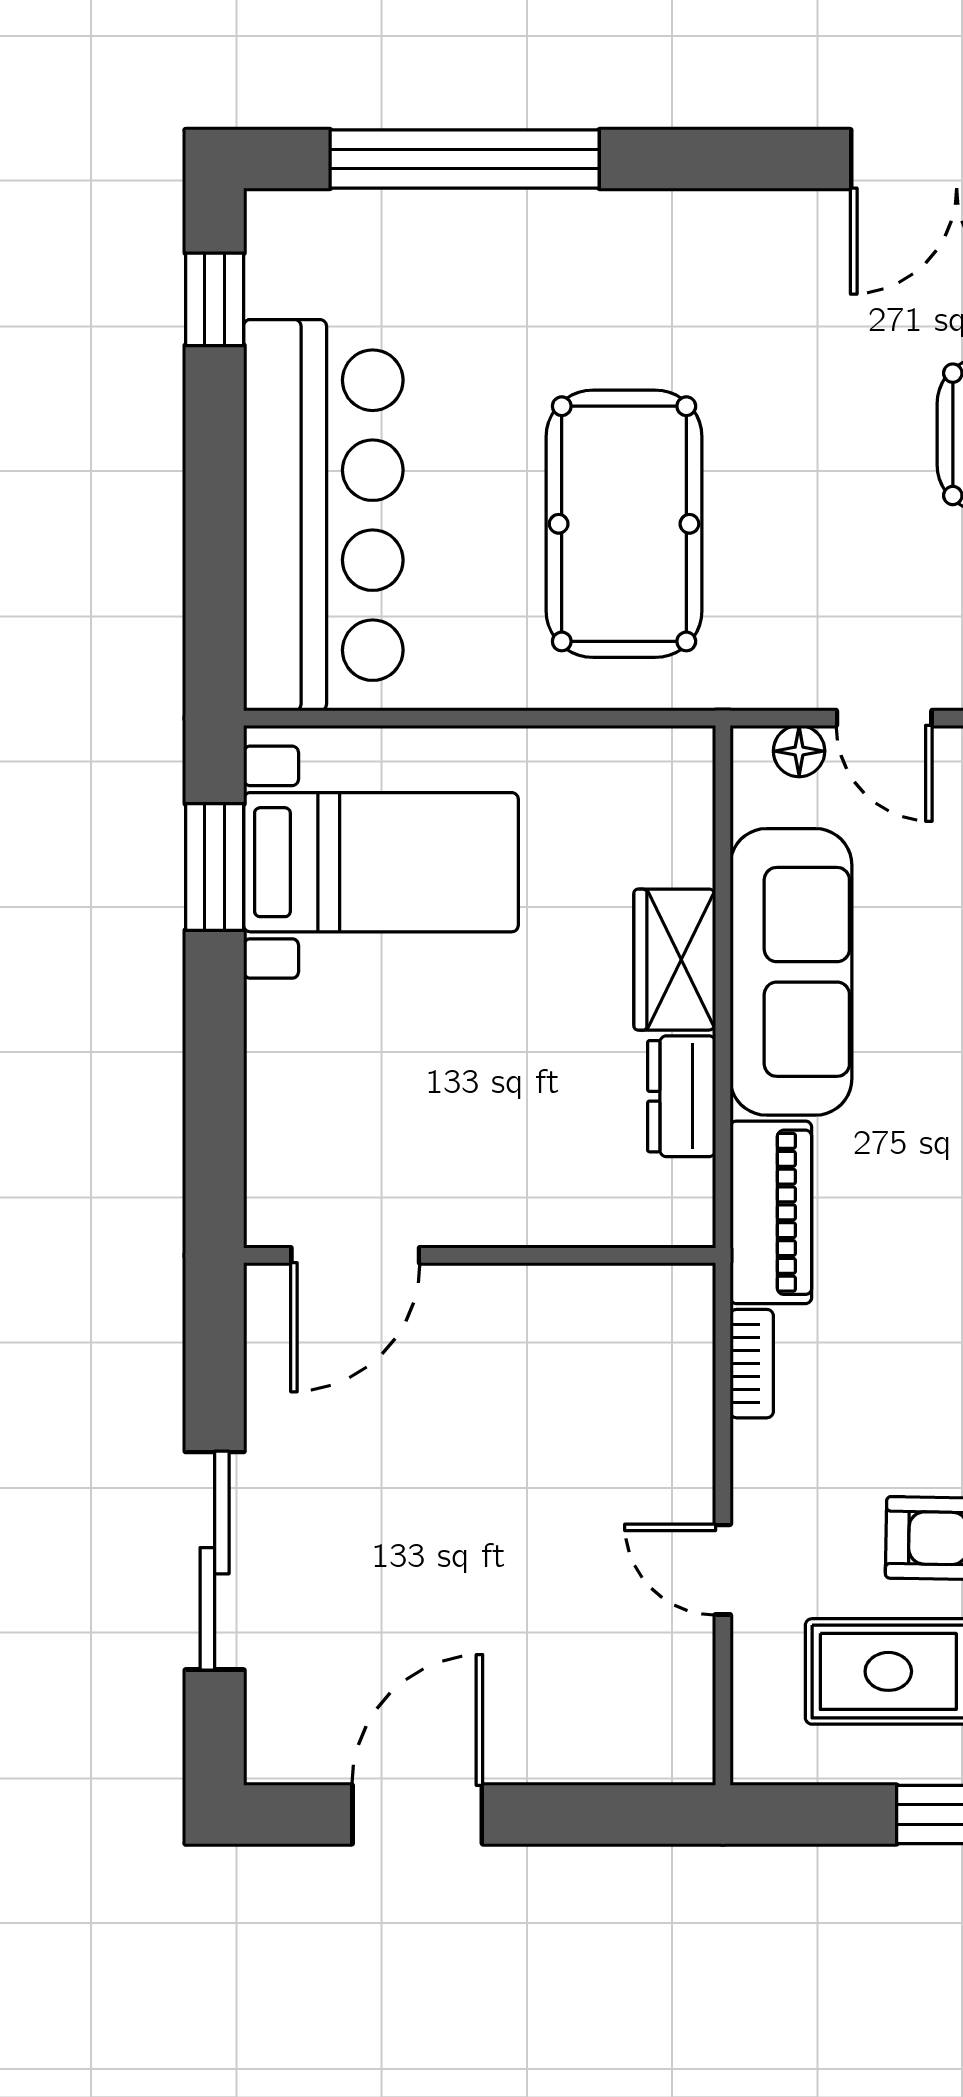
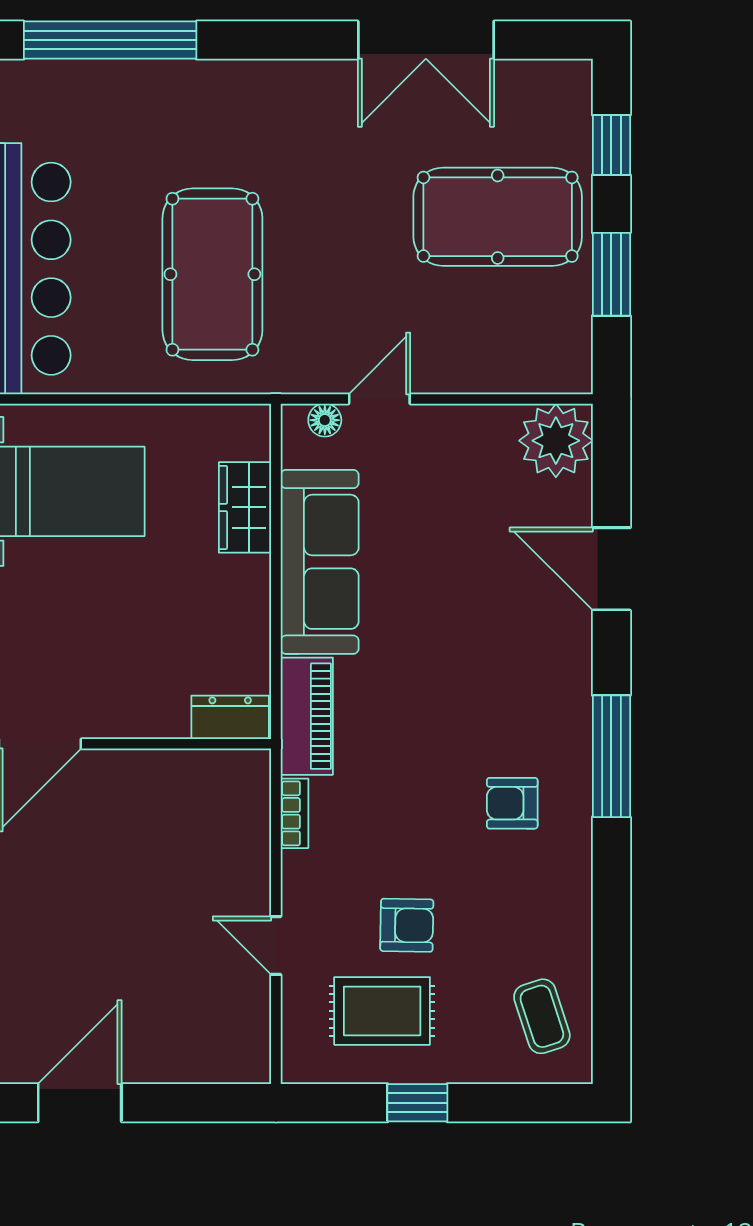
door: (884, 718) -> (379, 399), swing flipped
wardrobe: (675, 960) -> (245, 507), moved
dresser: (682, 1096) -> (230, 717), moved, turned 90

